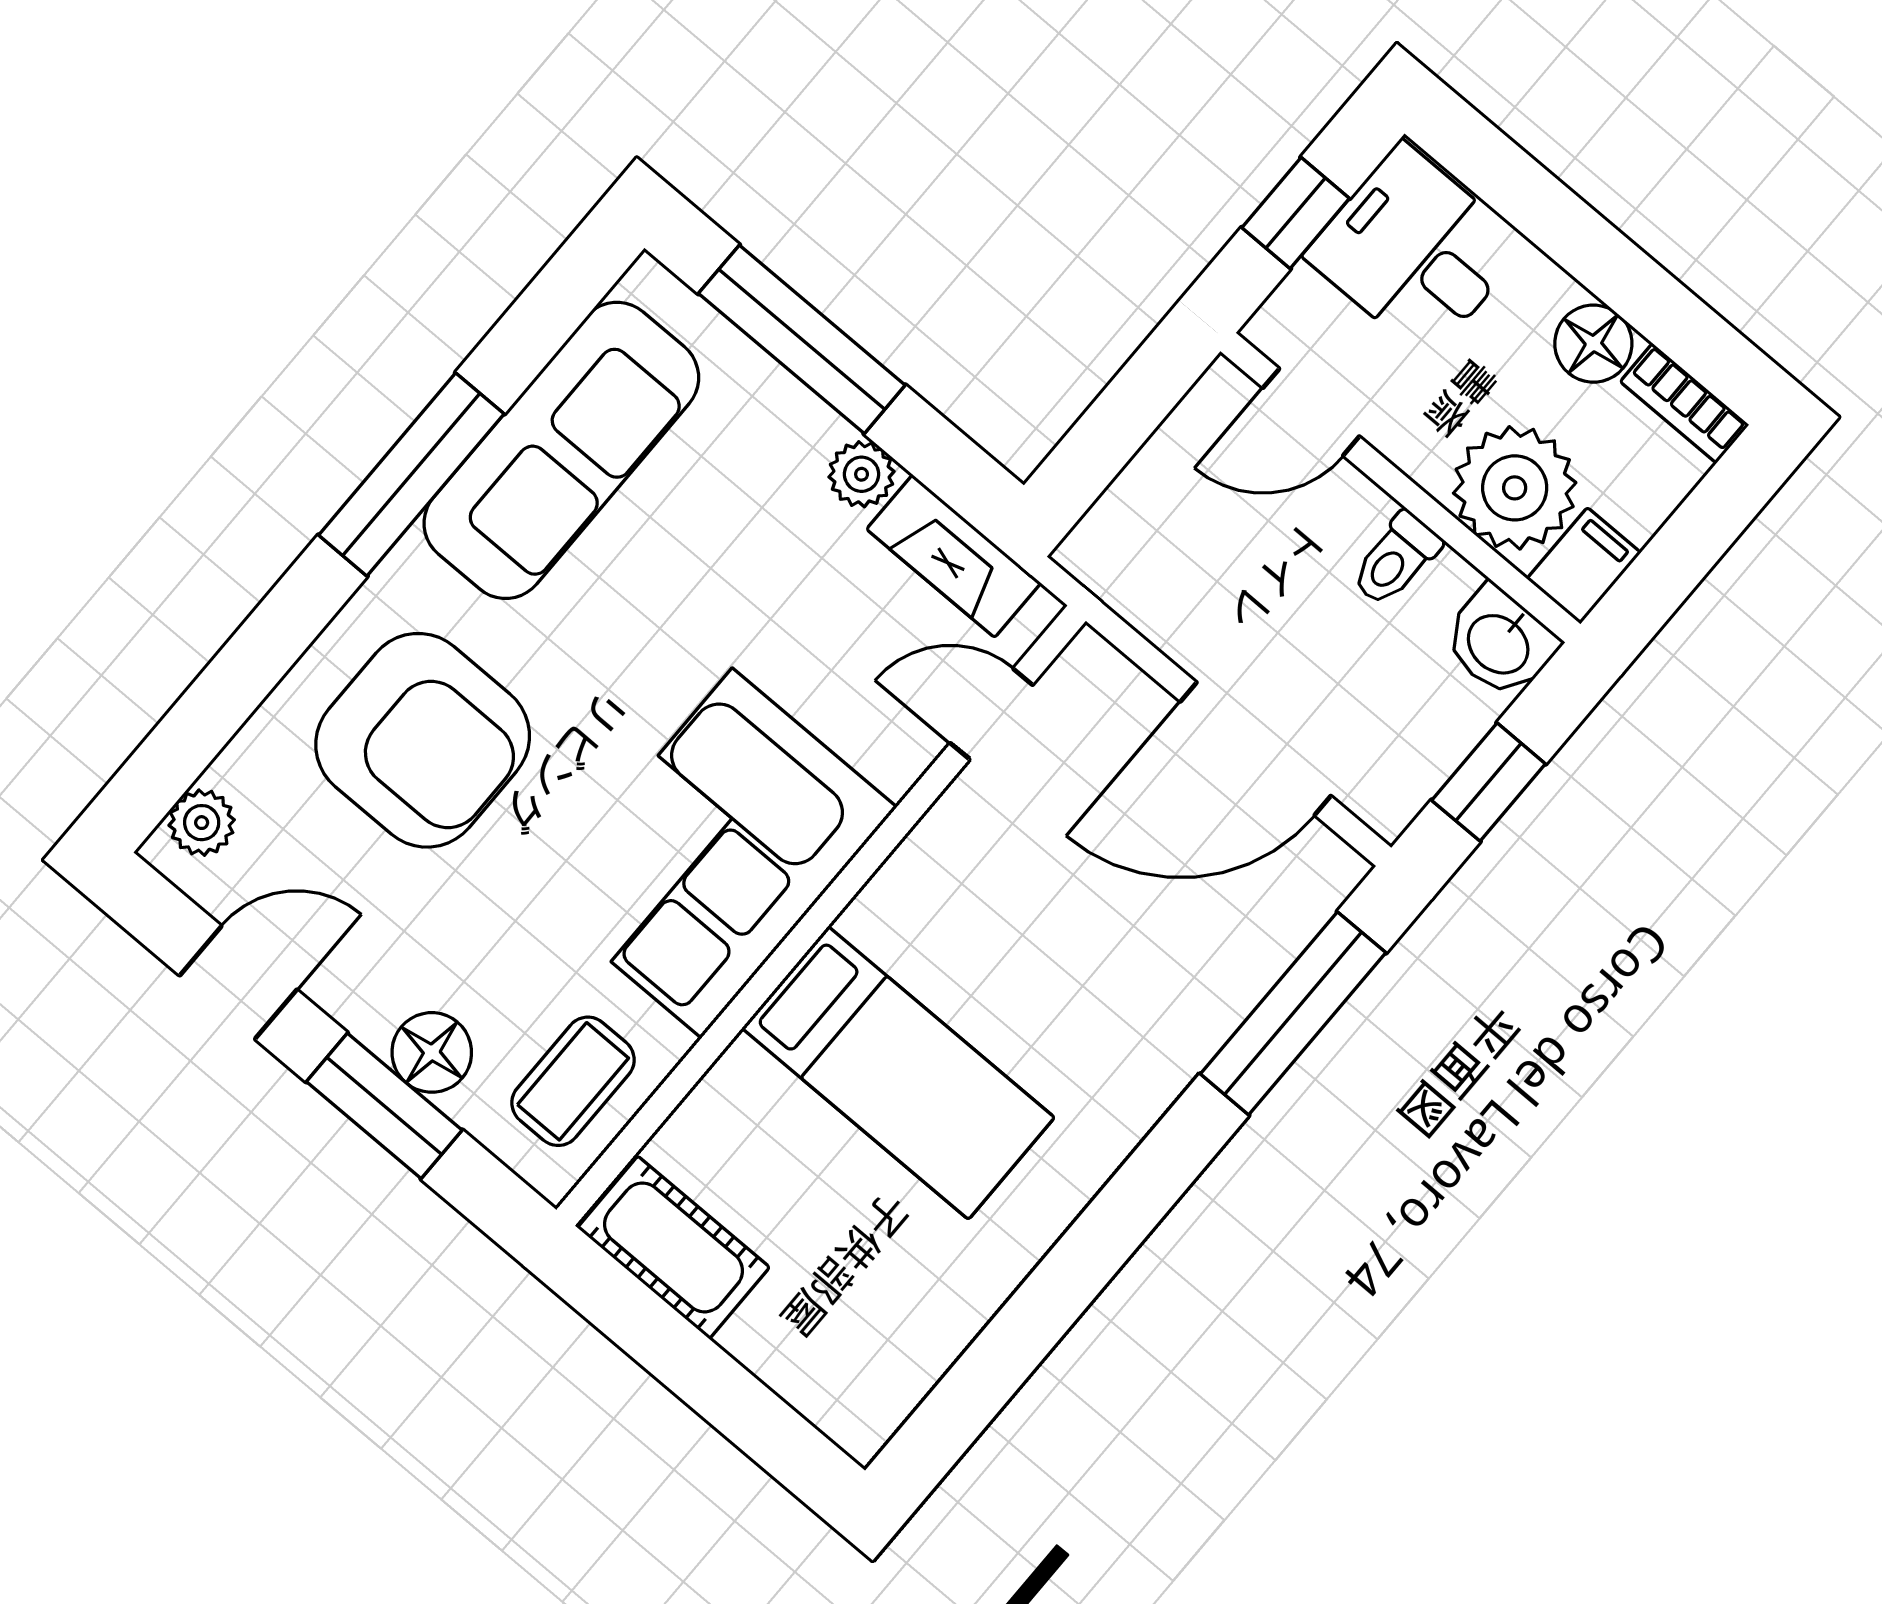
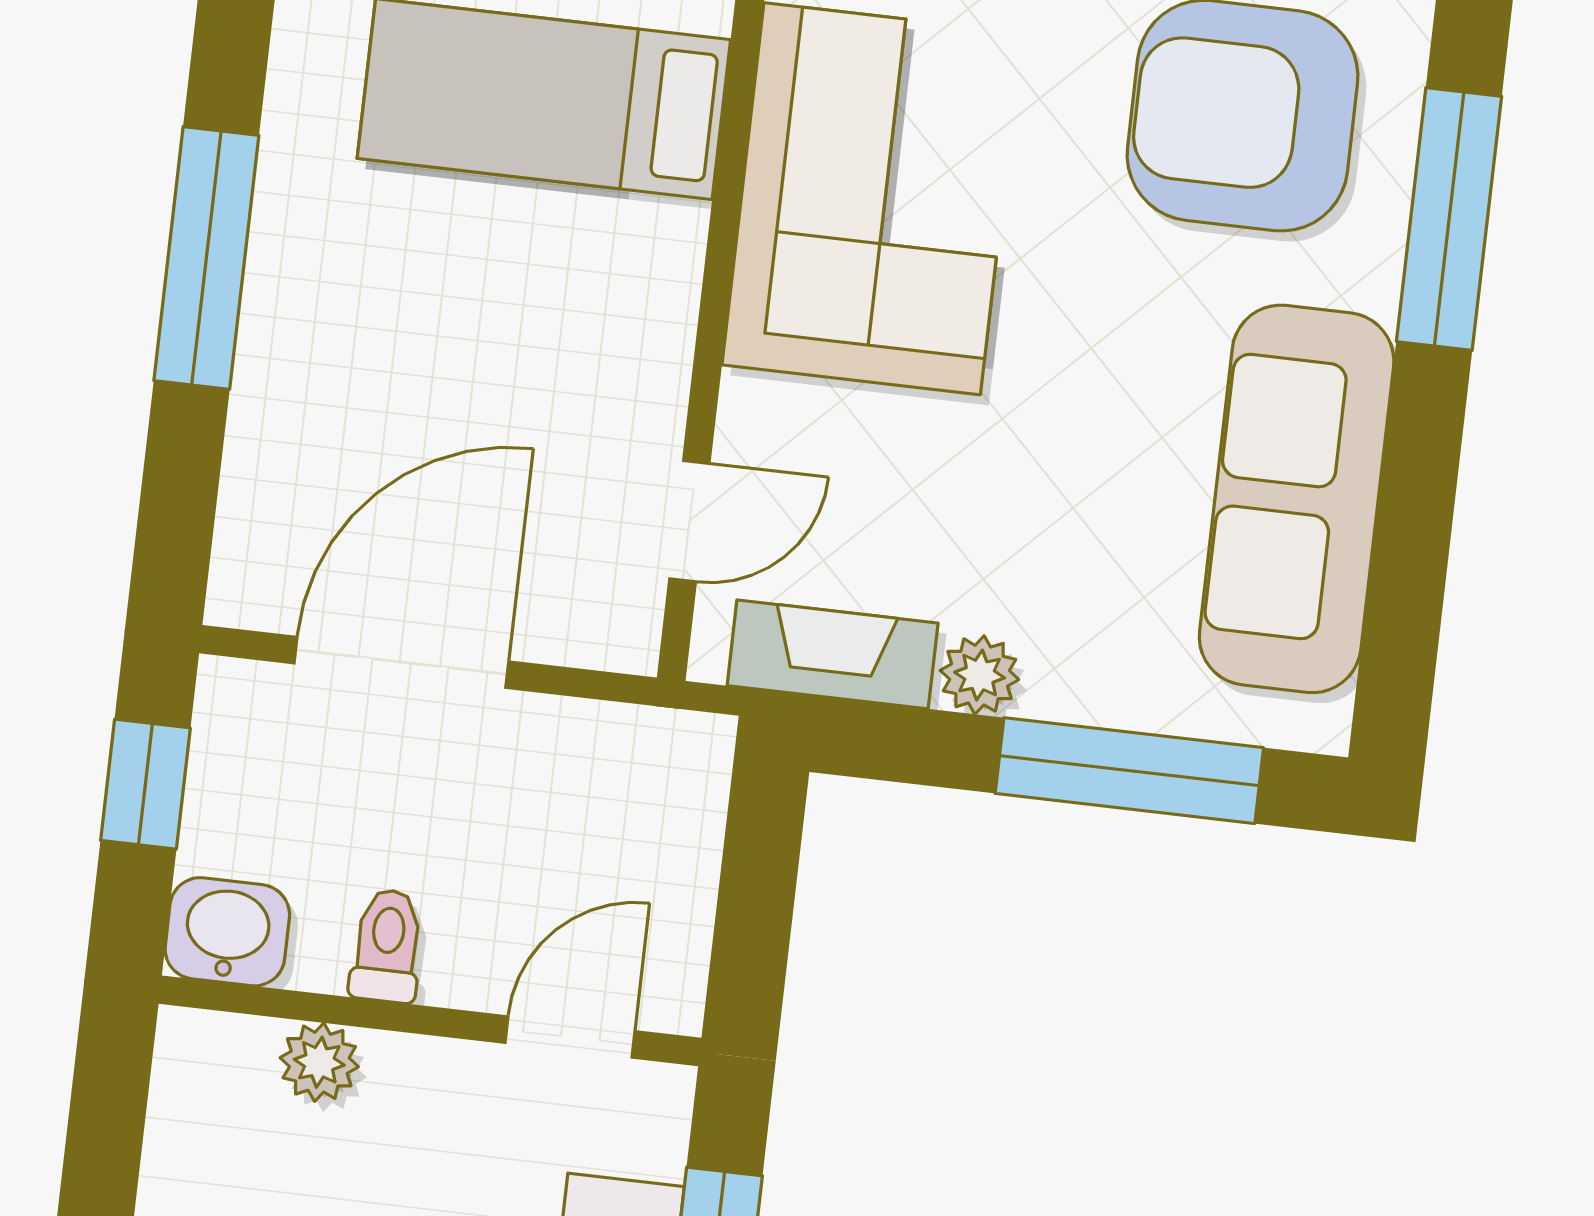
window: (411, 474) -> (1449, 219), moved
plant: (1515, 488) -> (319, 1062), width x0.53, depth x0.53
filing cabinet: (1584, 566) -> (194, 1065), removed
window: (1293, 1013) -> (206, 258), moved

